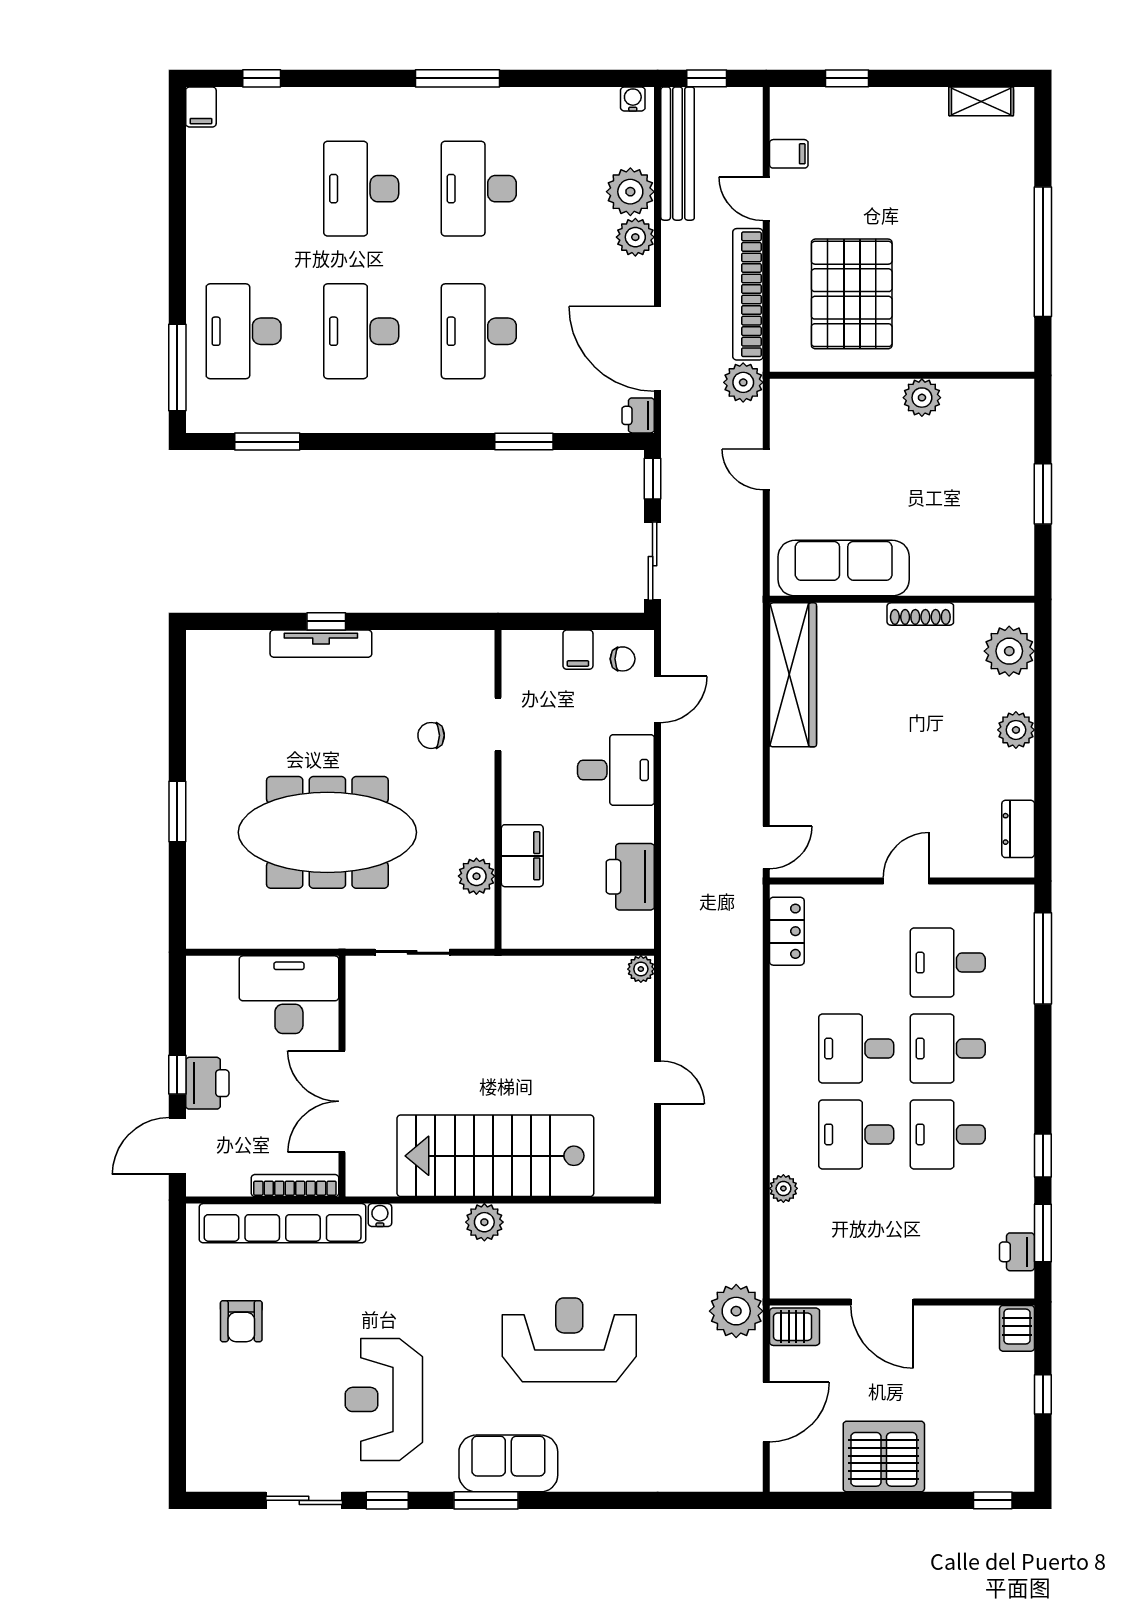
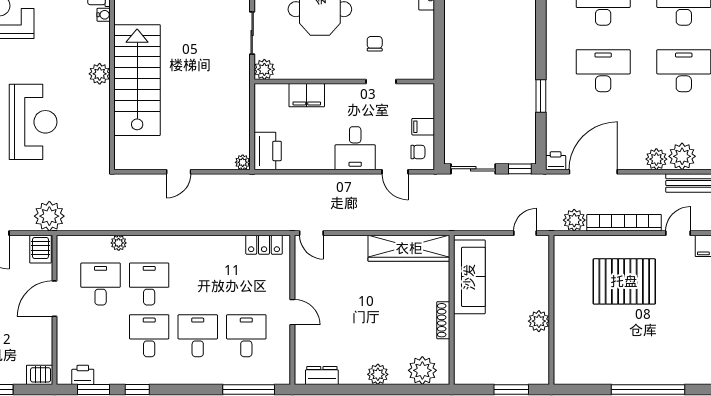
wall: (902, 375) -> (551, 310), moved
plant: (922, 398) -> (539, 321), moved
chair: (623, 659) -> (418, 152), turned -90
plant: (476, 876) -> (264, 69), moved
printer: (630, 877) -> (268, 151), moved, turned 90
desk: (856, 1049) -> (101, 284), moved

